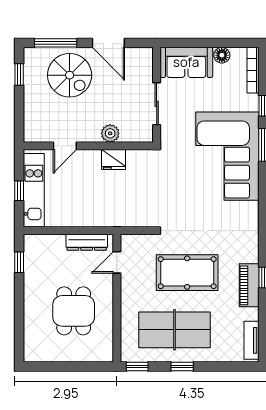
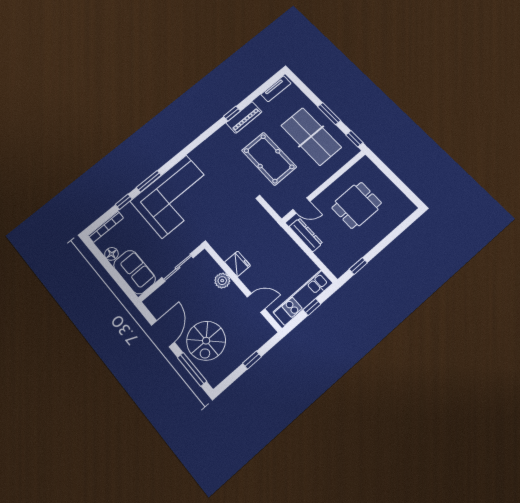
window: (19, 74) -> (252, 360), moved
spiral stairs: (70, 75) -> (206, 341), turned 180
window: (182, 367) -> (329, 114), width x1.50

